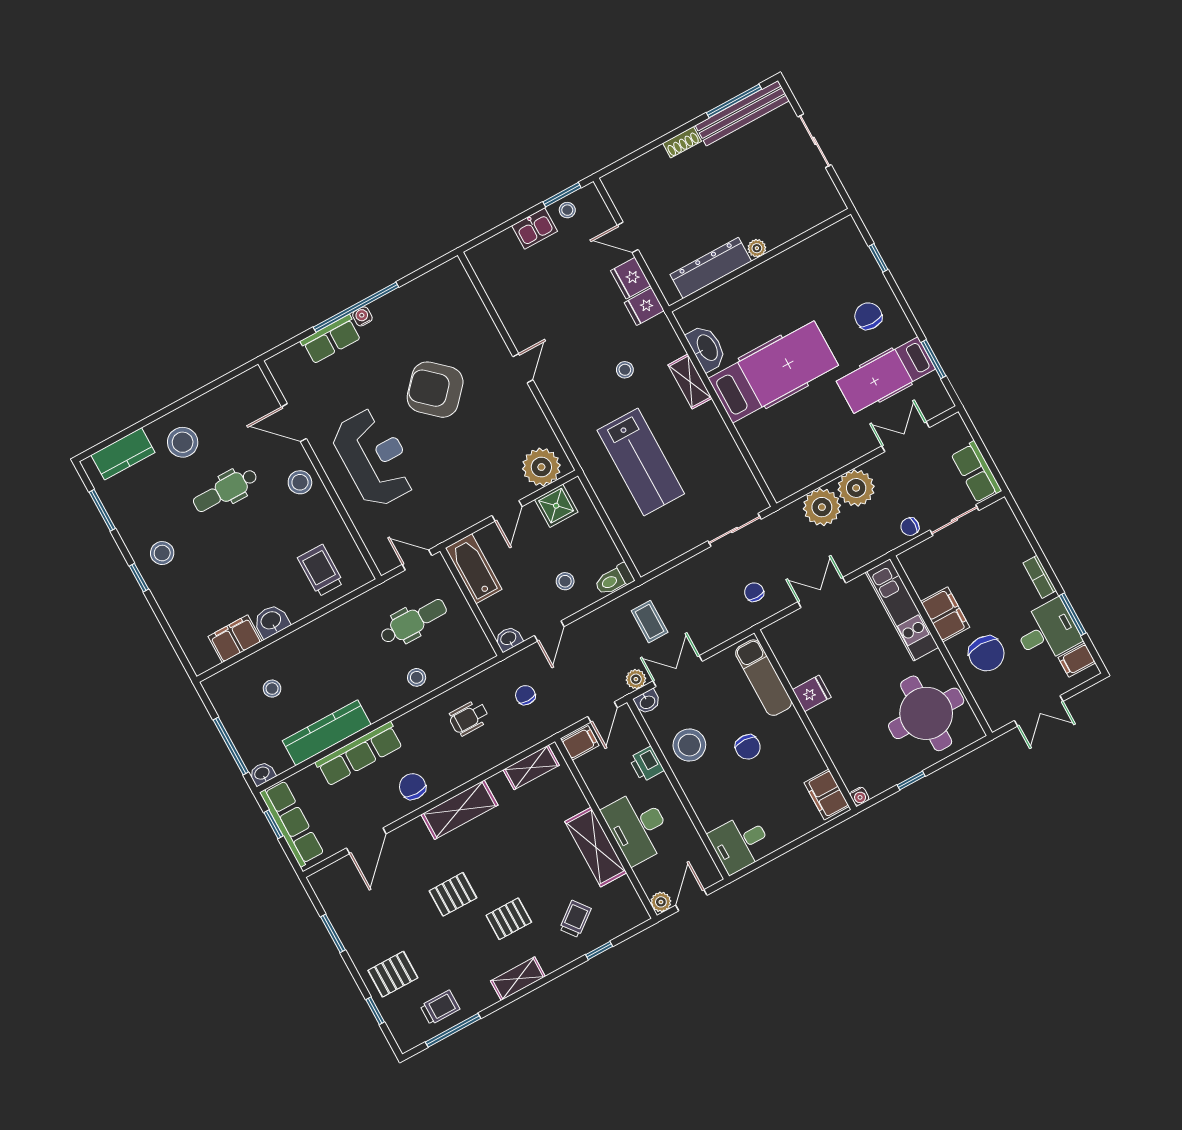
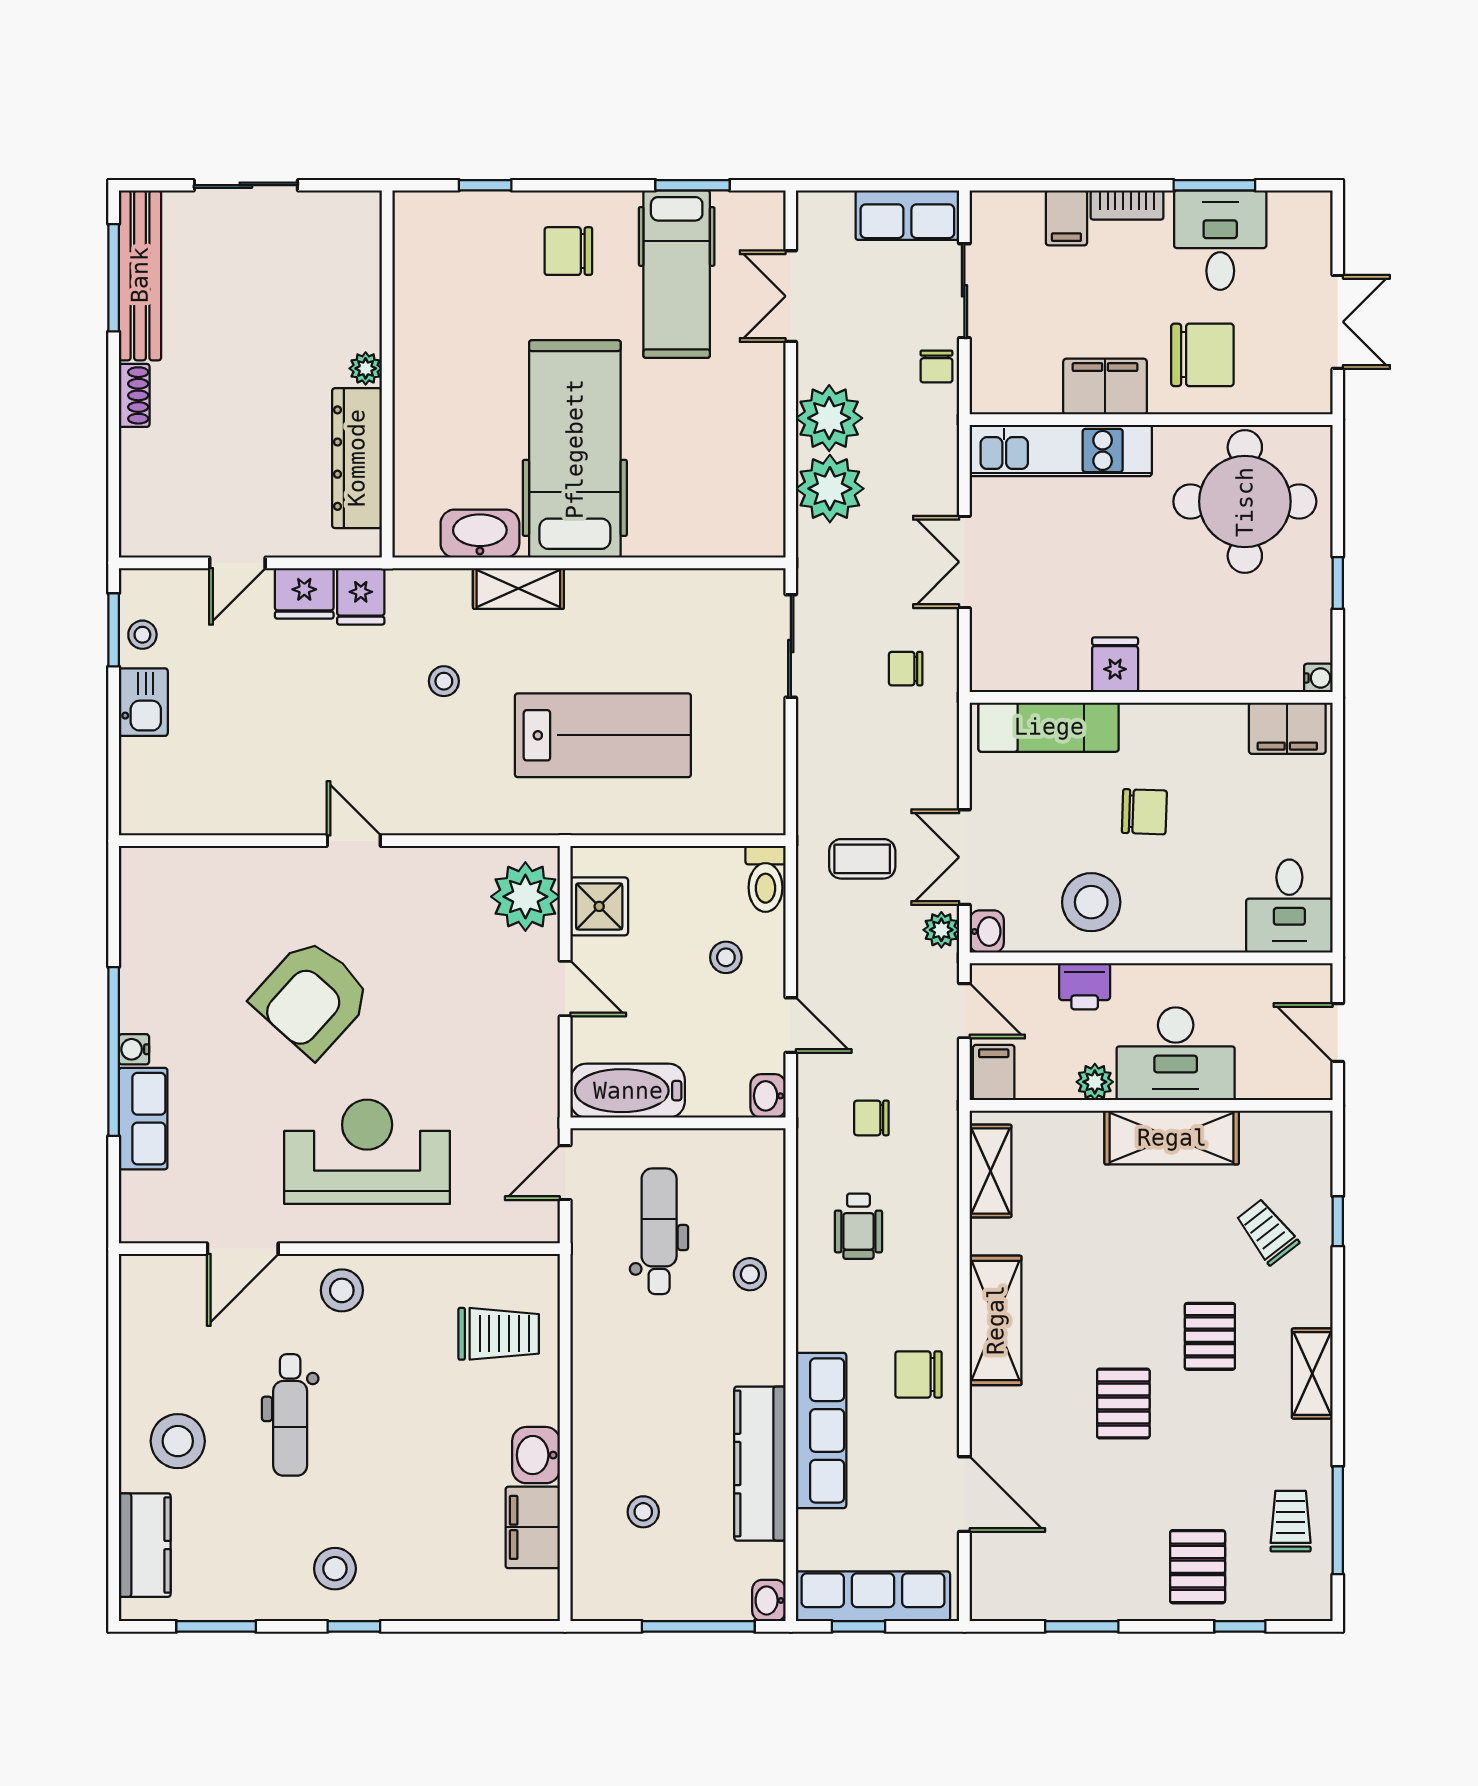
trolley: (321, 570) -> (499, 1334), turned 180
filing cabinet: (1077, 660) -> (1066, 218), moved
plant: (661, 902) -> (1095, 1082), moved

